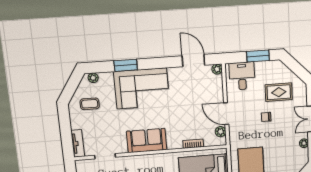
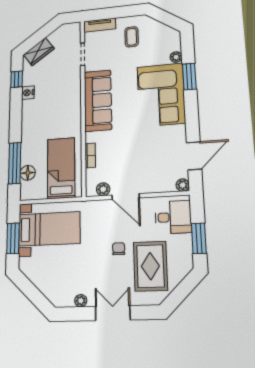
plant: (93, 78) -> (176, 57), moved
rug: (279, 92) -> (150, 266), width x1.36, depth x1.43
coffee table: (90, 104) -> (132, 37), moved
door: (226, 114) -> (126, 197), swing flipped
sofa: (147, 140) -> (98, 101), width x1.36

